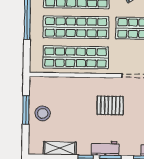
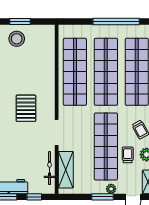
window: (26, 110) -> (20, 21), width x0.69

